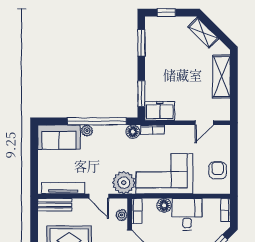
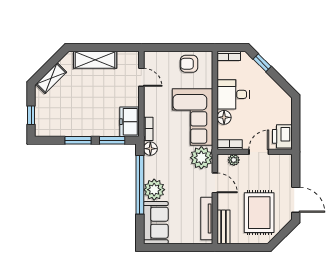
window: (141, 43) -> (78, 140), moved
plant: (87, 131) -> (154, 190), width x1.88, depth x1.88
door: (99, 196) -> (215, 183), hinge flipped

